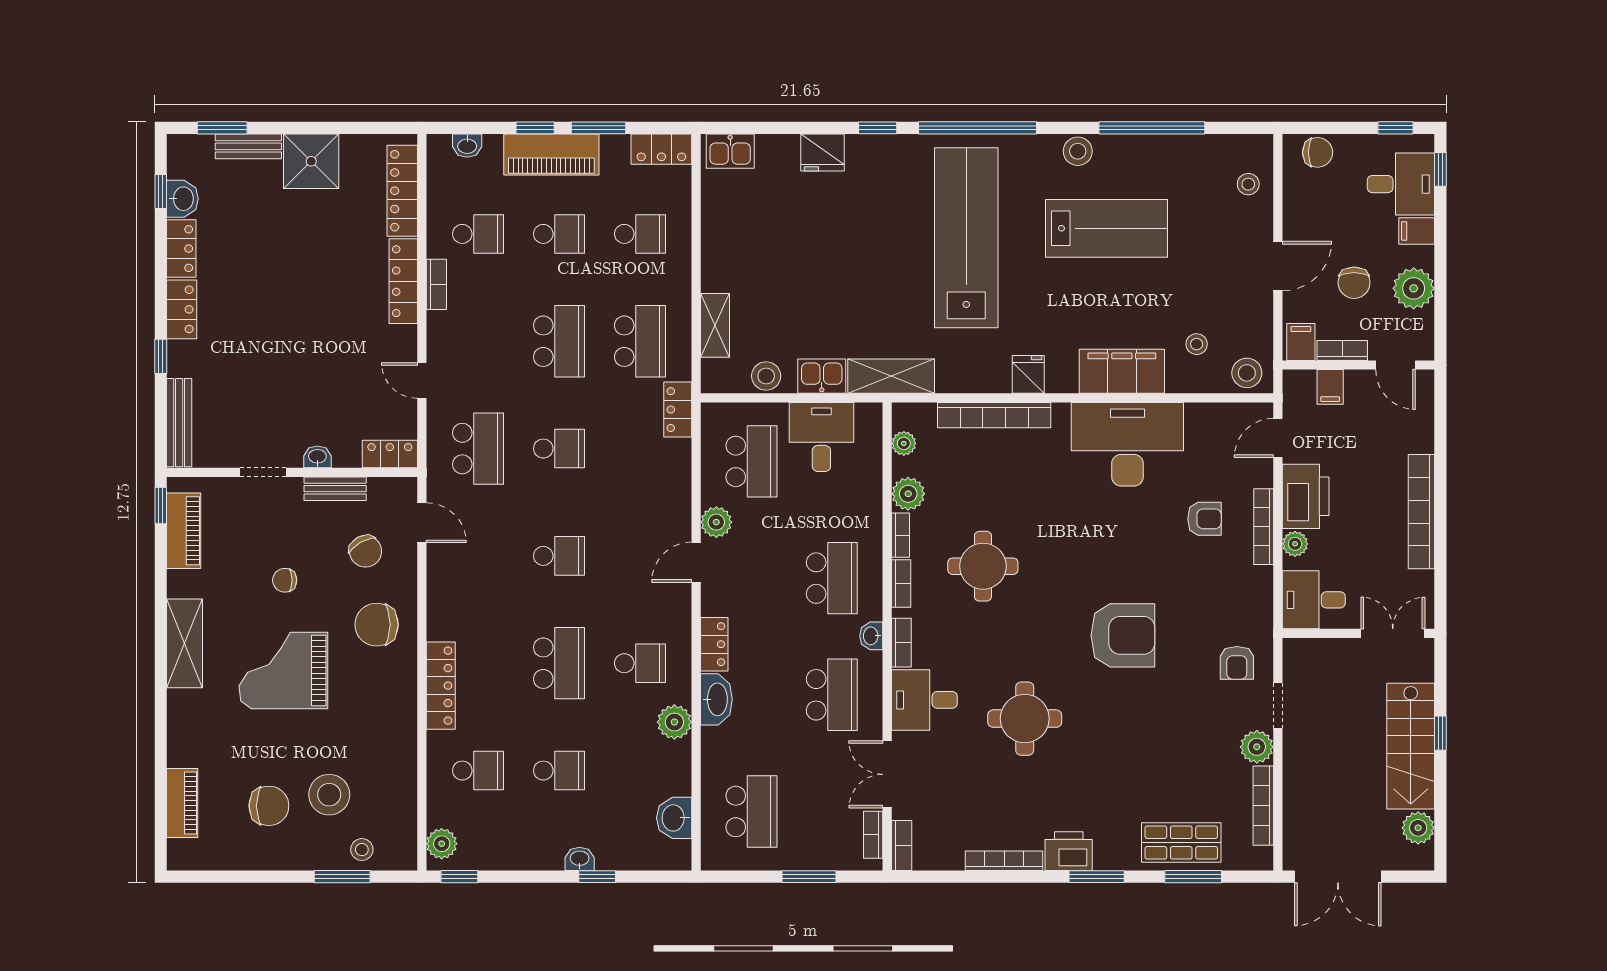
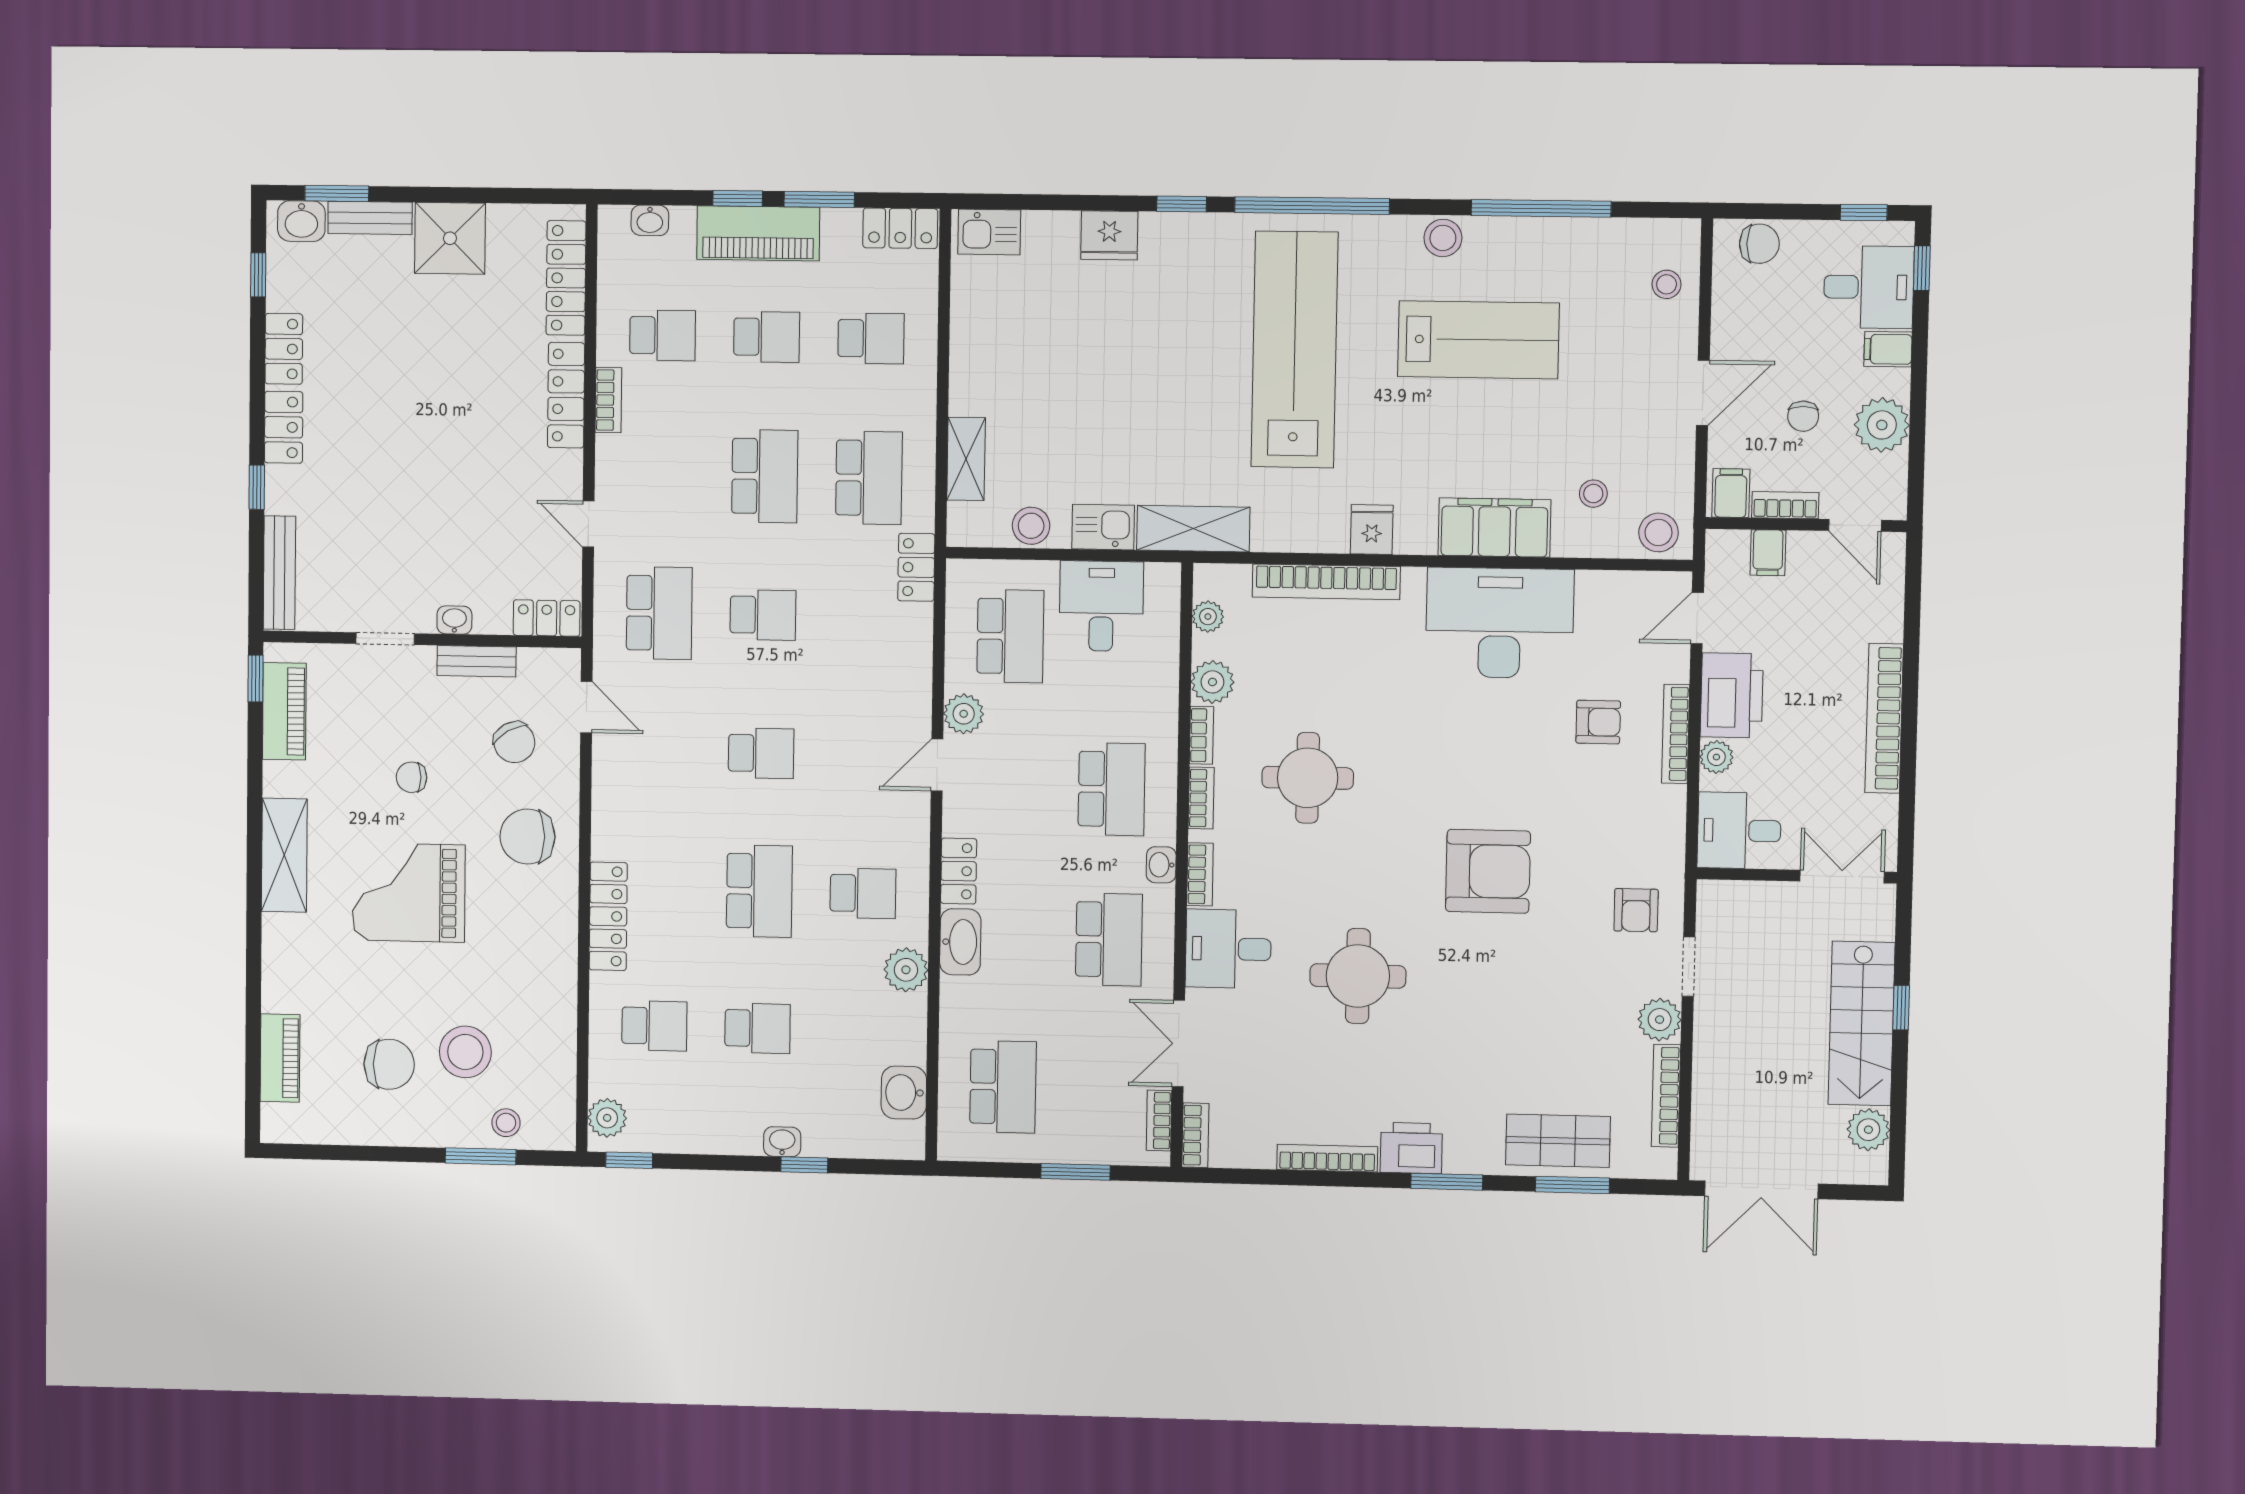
washbasin: (182, 199) -> (301, 221), moved, turned 90
chair: (1354, 283) -> (1803, 416), width x0.73, depth x0.73

